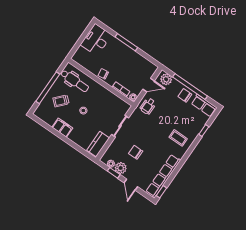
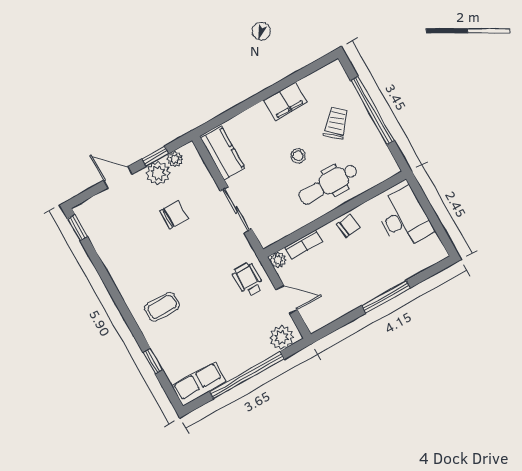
desk: (96, 40) -> (404, 218), moved
dental chair: (75, 81) -> (328, 184), moved
door: (149, 85) -> (287, 300), swing flipped
chair: (185, 95) -> (235, 358), removed
row of seats: (163, 176) -> (105, 245), removed

